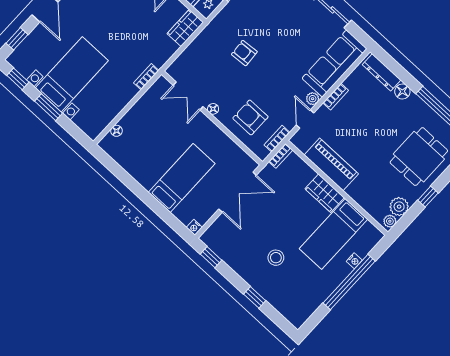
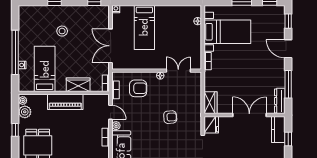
bed with nightstands: (72, 74) -> (227, 32), moved, turned -90
piano: (331, 164) -> (65, 102), moved
wardrobe: (325, 193) -> (78, 85), moved

